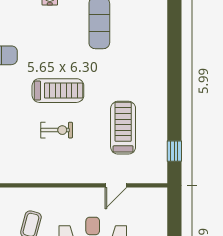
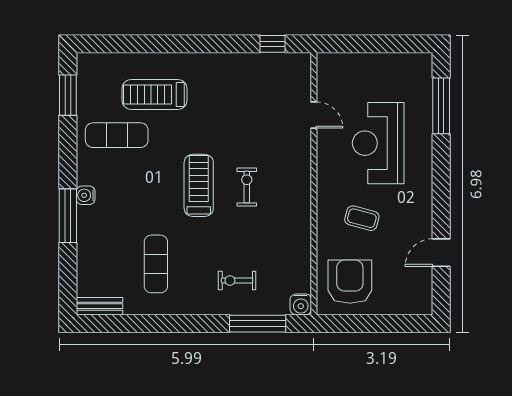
treadmill: (123, 128) -> (155, 95), moved

